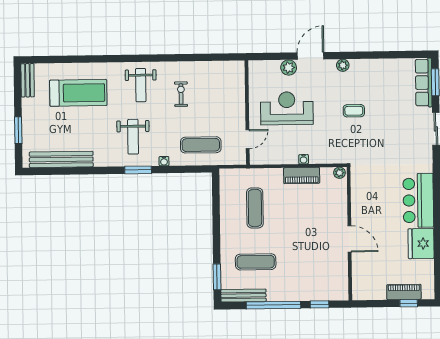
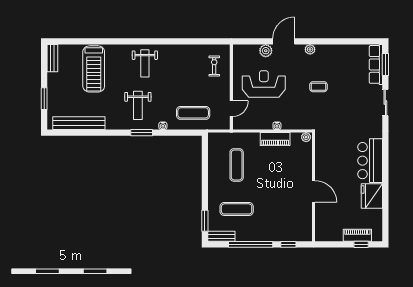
treadmill: (78, 93) -> (94, 69), turned 90
exercise bike: (181, 94) -> (214, 66), moved
bench: (243, 296) -> (221, 236), width x0.73

